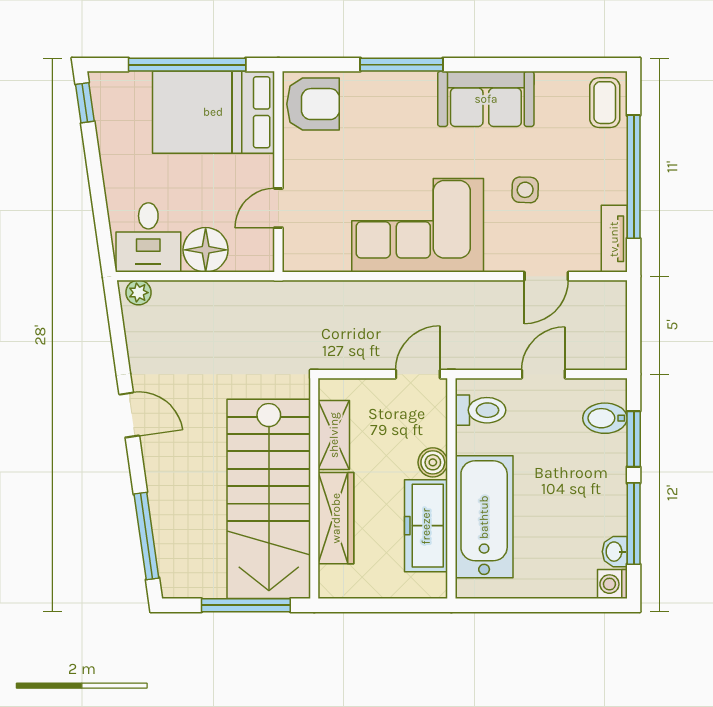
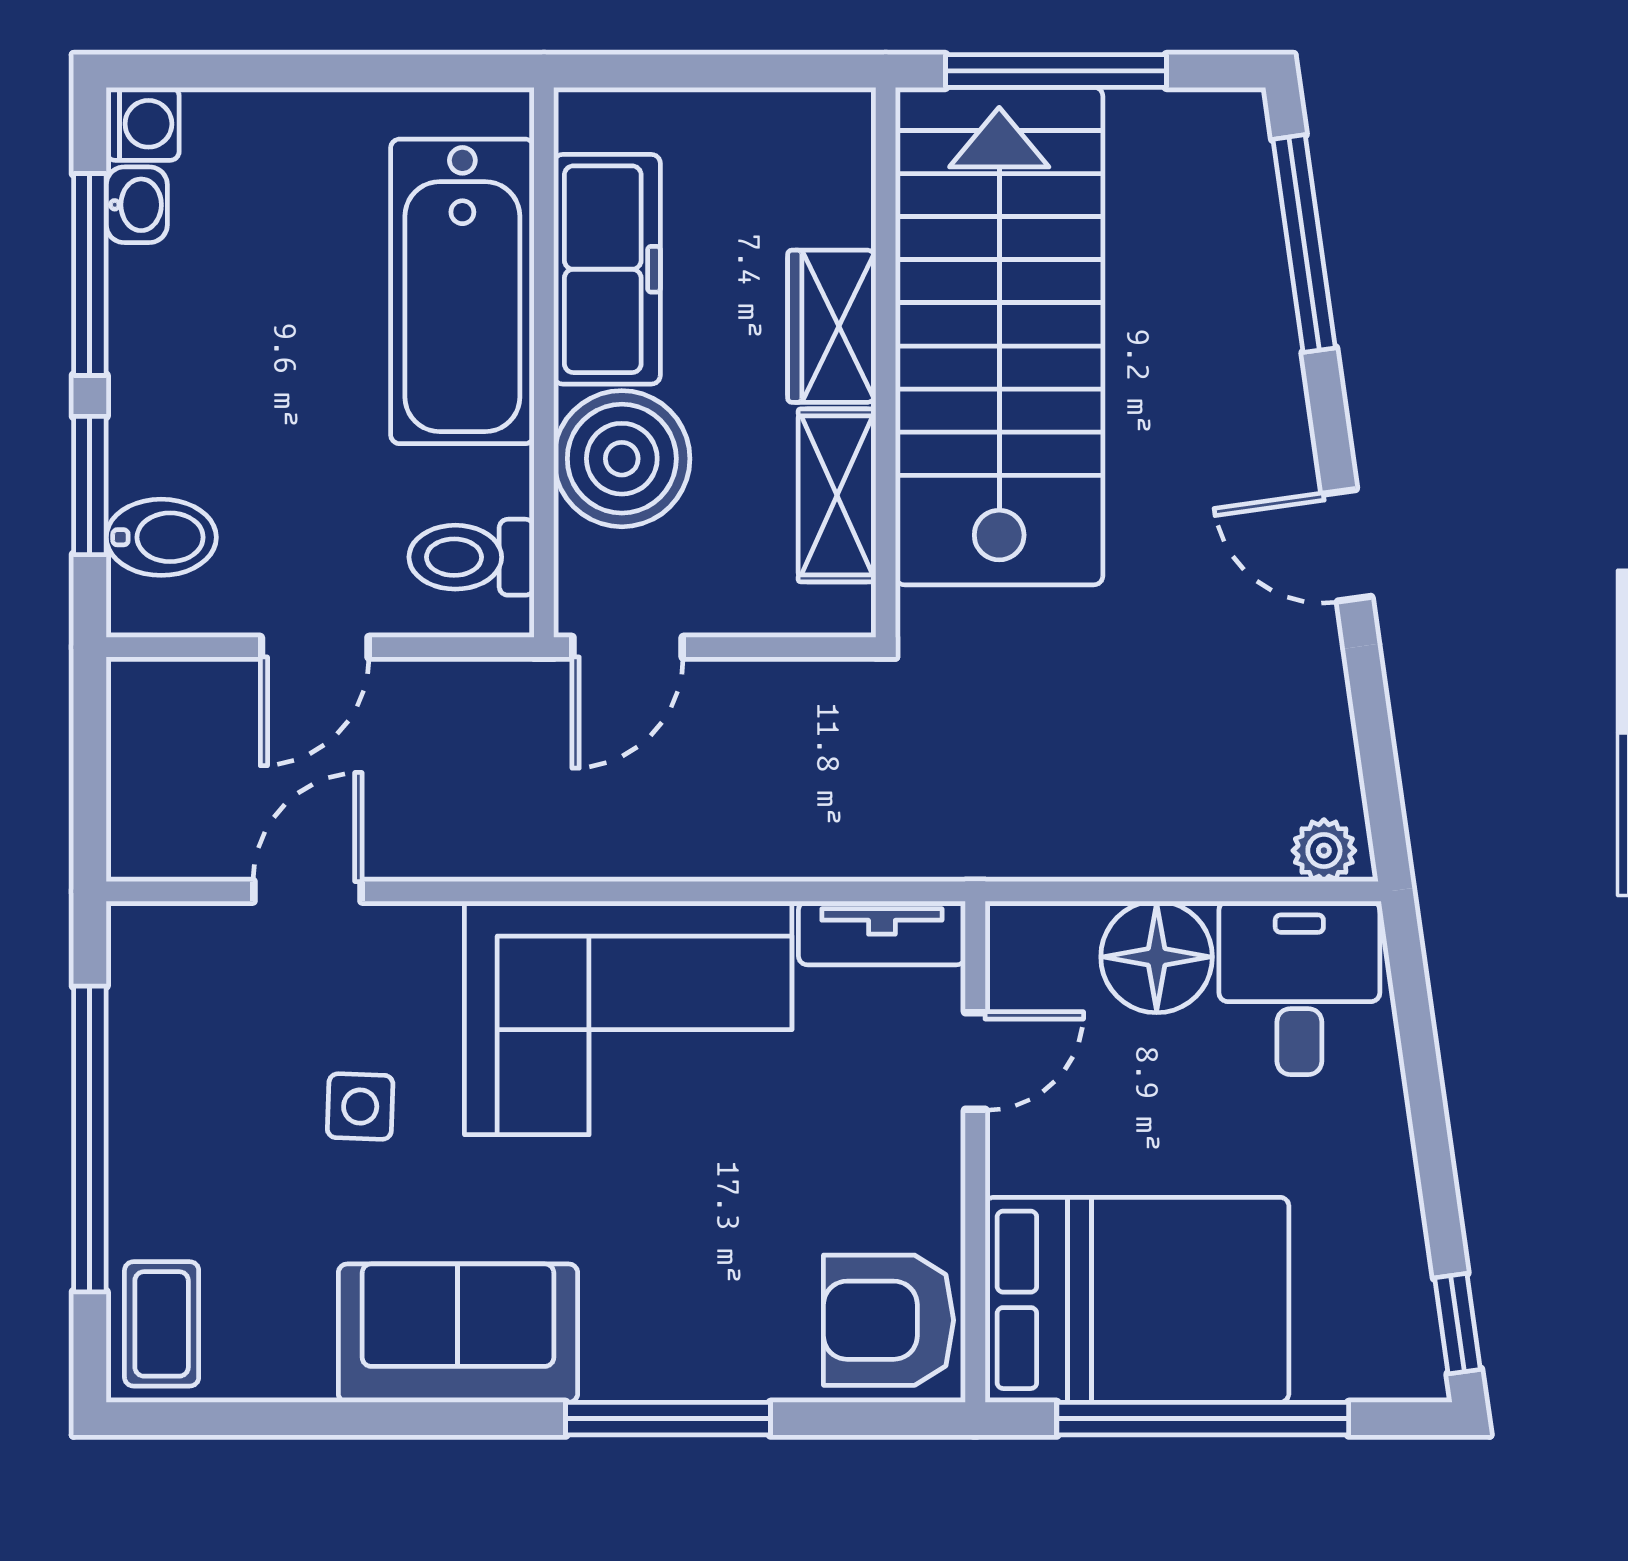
tv unit: (614, 239) -> (882, 933), moved, turned 90
boiler: (433, 462) -> (622, 459), width x1.86, depth x1.86
wardrobe: (336, 518) -> (832, 326), width x0.67

